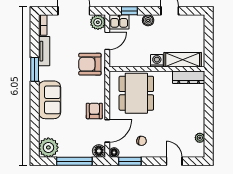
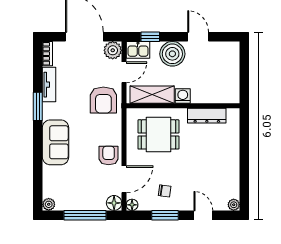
boiler: (148, 20) -> (172, 54), width x1.86, depth x1.86
shelving: (183, 60) -> (152, 95), moved
armchair: (90, 64) -> (103, 100), turned -90
dresser: (189, 77) -> (207, 116), moved
dining table: (136, 93) -> (158, 134), width x0.73
plant: (200, 138) -> (234, 205), moved
plant: (48, 147) -> (49, 204), width x0.53, depth x0.53
window: (130, 161) -> (165, 215), moved

